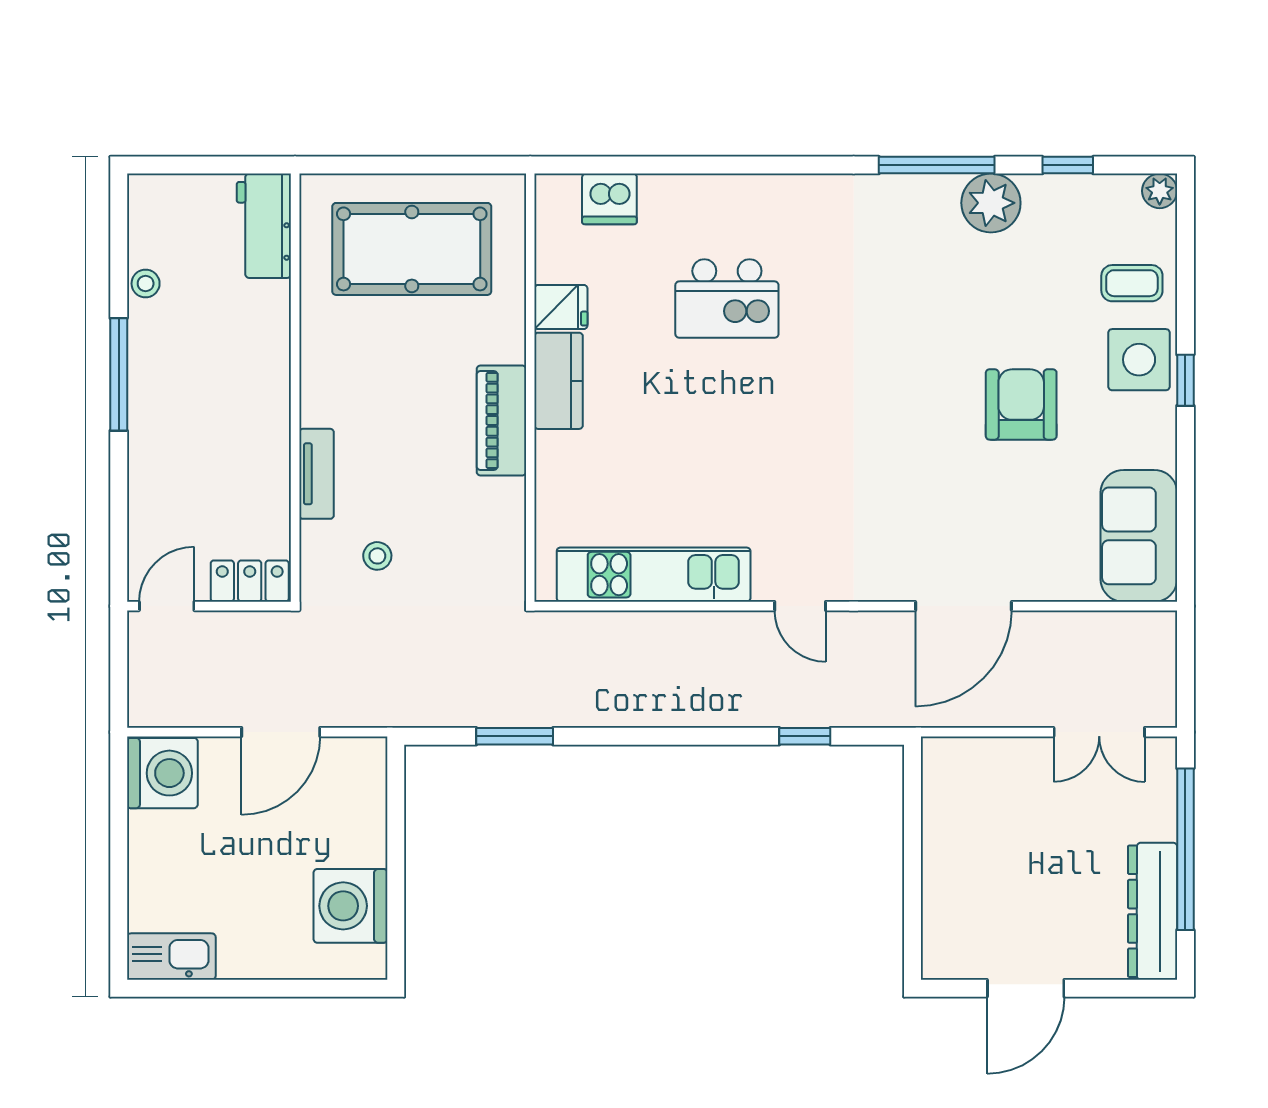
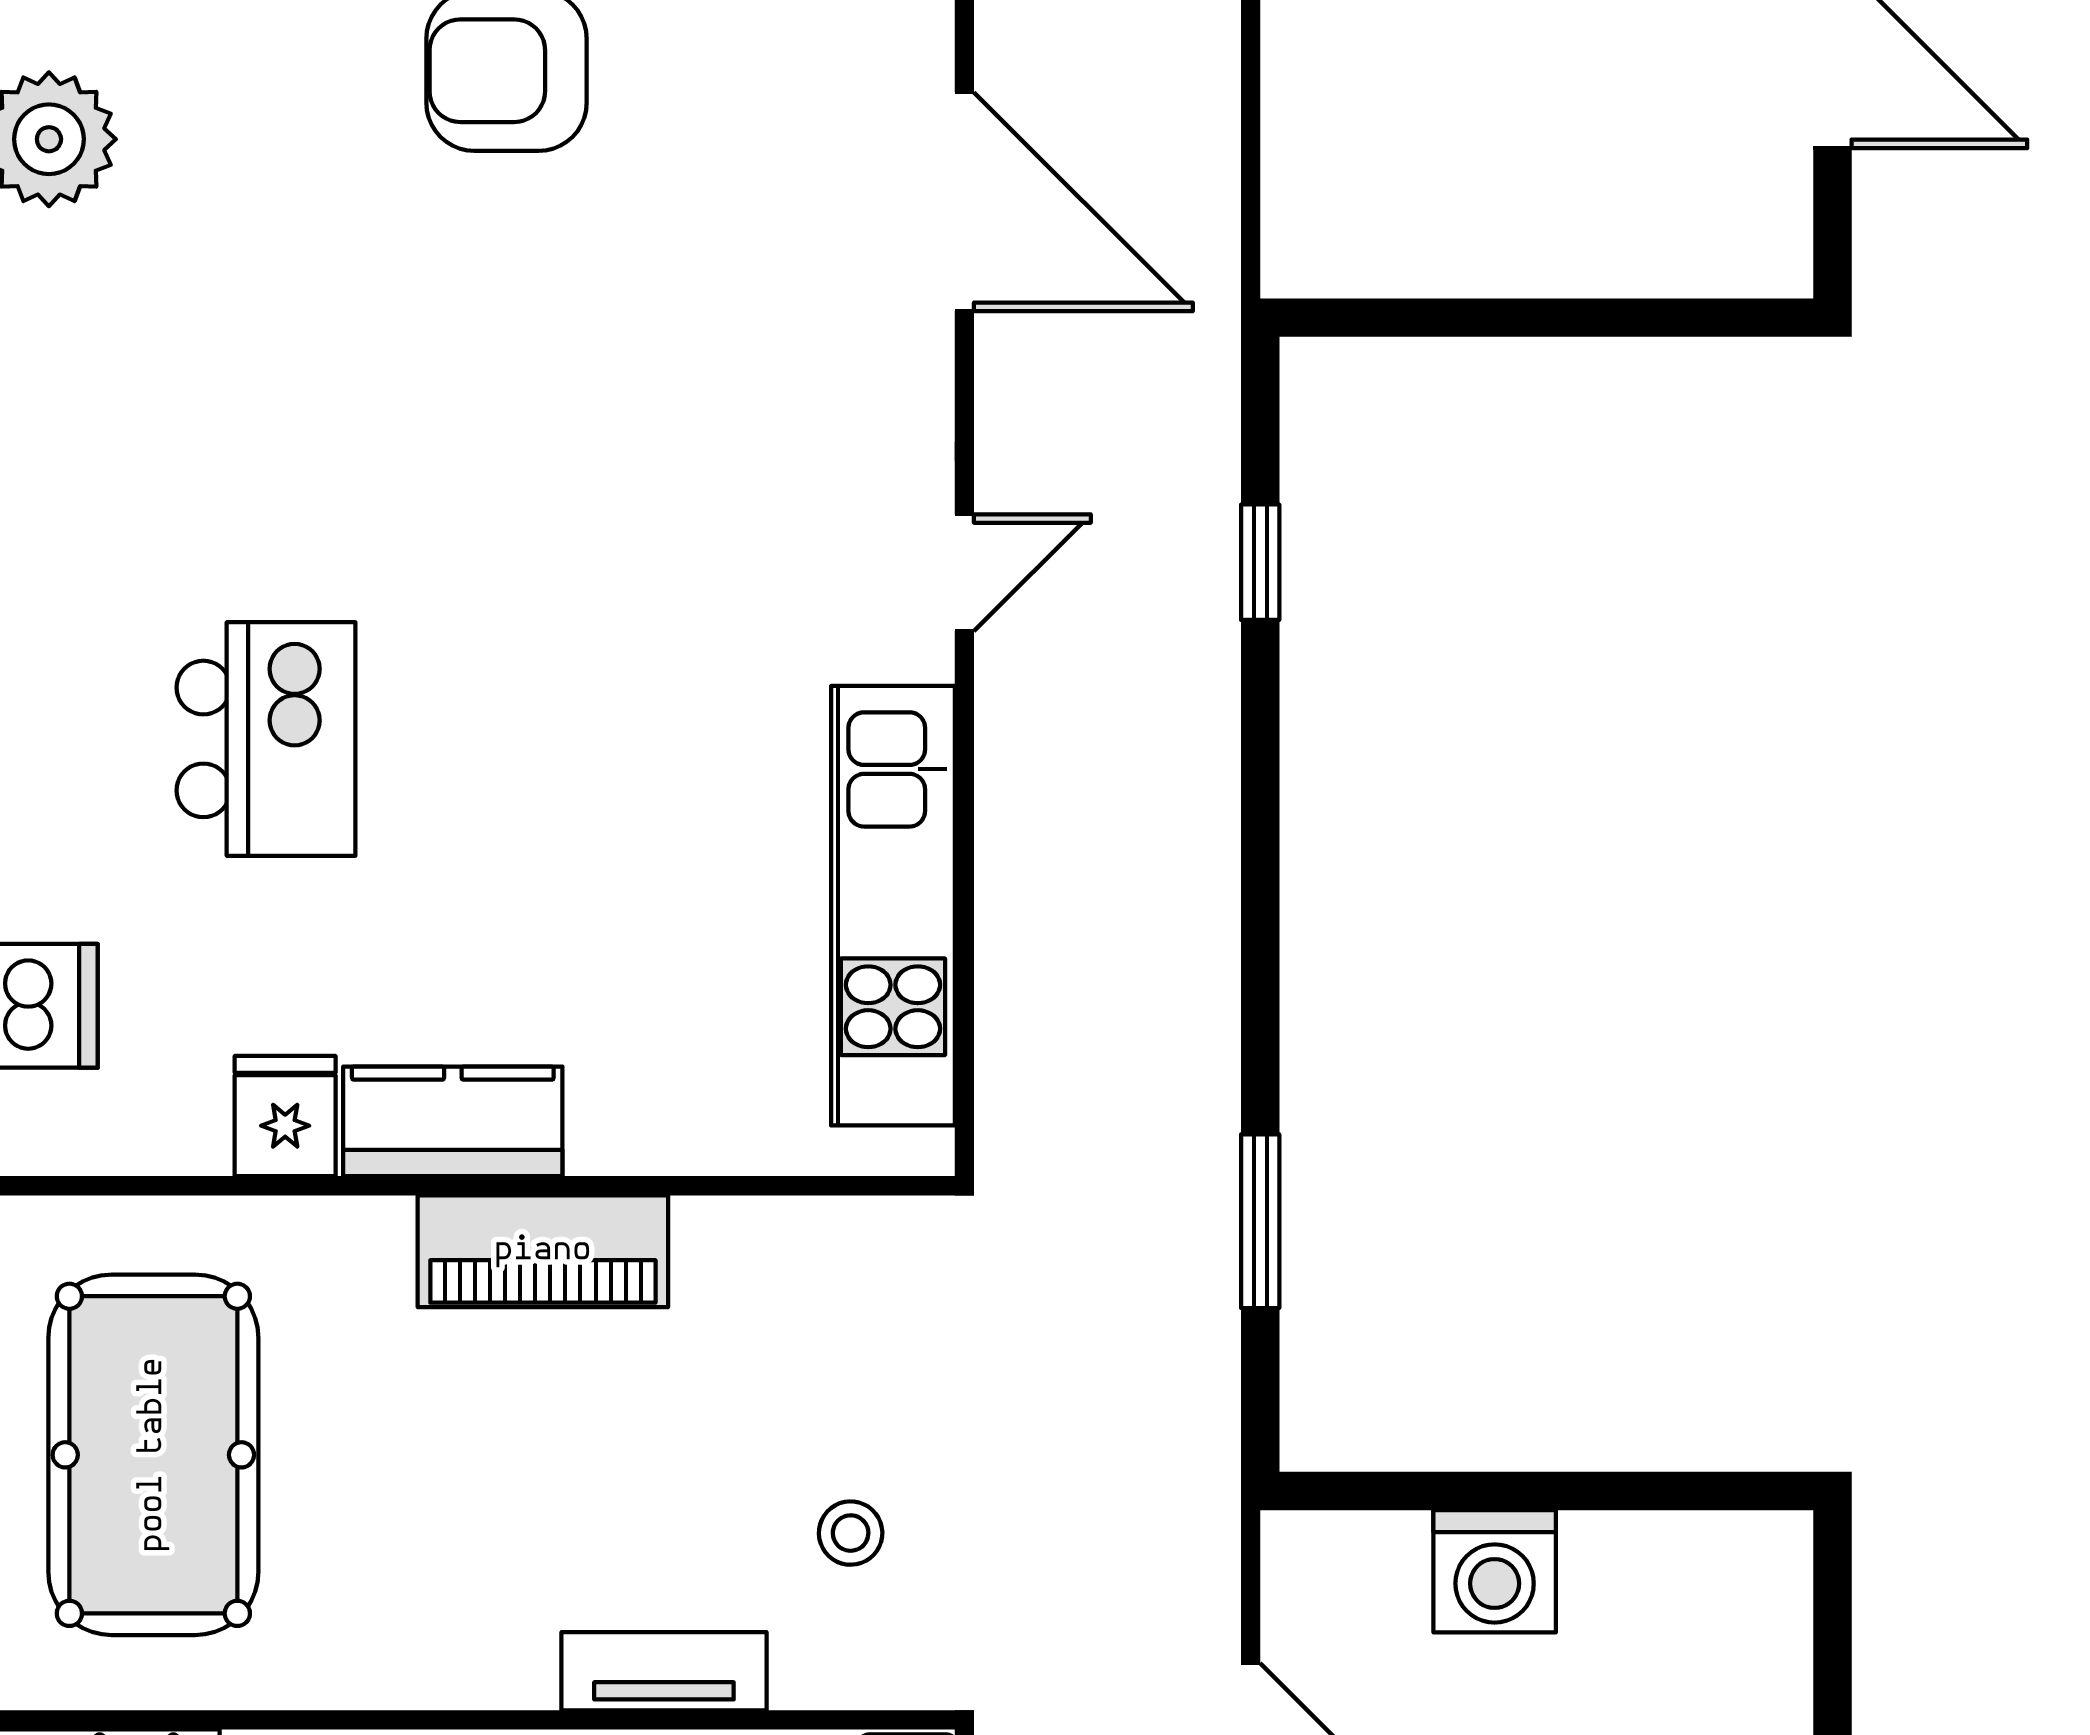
washing machine: (351, 906) -> (1495, 1571), moved, width x0.73, depth x0.73

